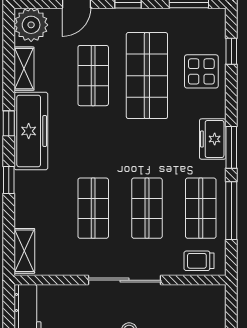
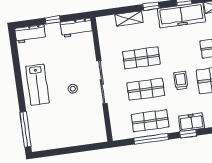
window: (231, 147) -> (188, 134), width x0.67
shelving: (24, 251) -> (129, 19), moved
trolley: (199, 261) -> (181, 81), moved

